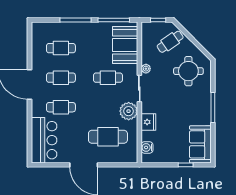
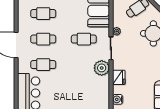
cafe table: (108, 137) -> (84, 90), removed

